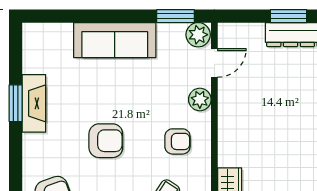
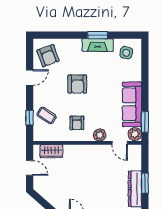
sofa: (115, 40) -> (132, 104), moved
side table: (48, 51) -> (126, 53), added

